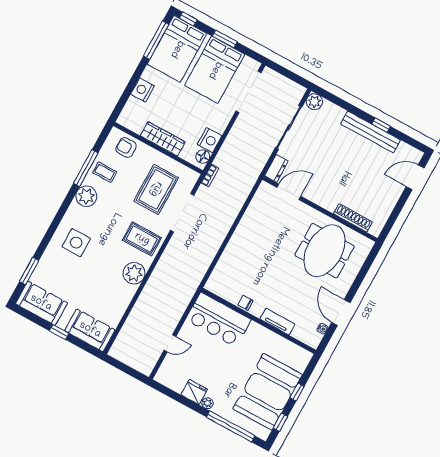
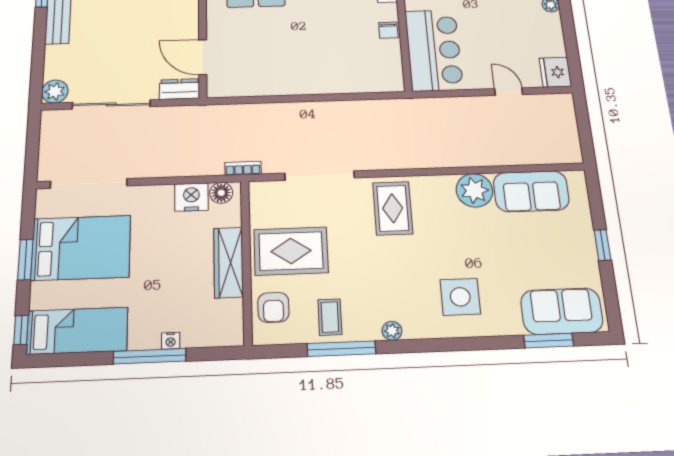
window: (156, 40) -> (150, 356), moved
bed: (177, 49) -> (77, 331), width x0.67
nightstand: (143, 90) -> (171, 341), width x0.53, depth x0.56
rug: (156, 189) -> (291, 251), moved
plant: (86, 196) -> (392, 331), width x0.53, depth x0.53
plant: (134, 273) -> (474, 190), moved
sofa: (41, 303) -> (562, 311), moved, turned 90
sofa: (90, 330) -> (531, 191), moved, turned -90
fridge: (194, 392) -> (555, 72), moved

